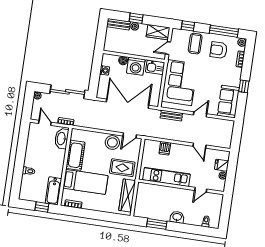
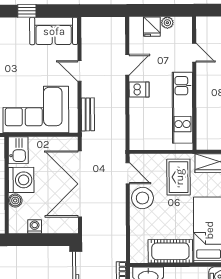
dishwasher: (165, 148) -> (139, 90), moved

